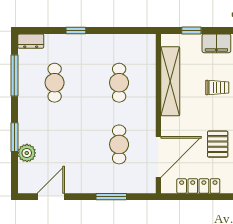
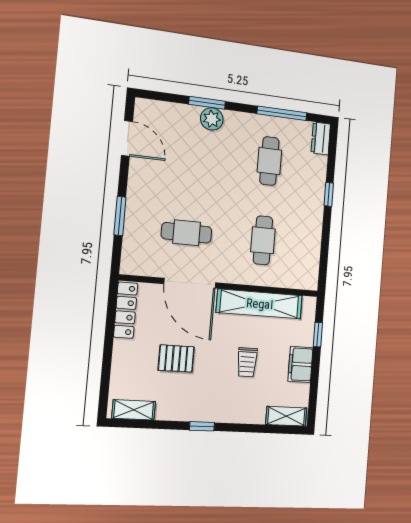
cafe table: (55, 83) -> (269, 161), turned 90
cafe table: (119, 83) -> (263, 240), turned 90
plant: (27, 153) -> (212, 119), moved
door: (158, 157) -> (190, 283), moved
locker: (198, 186) -> (126, 310), moved

